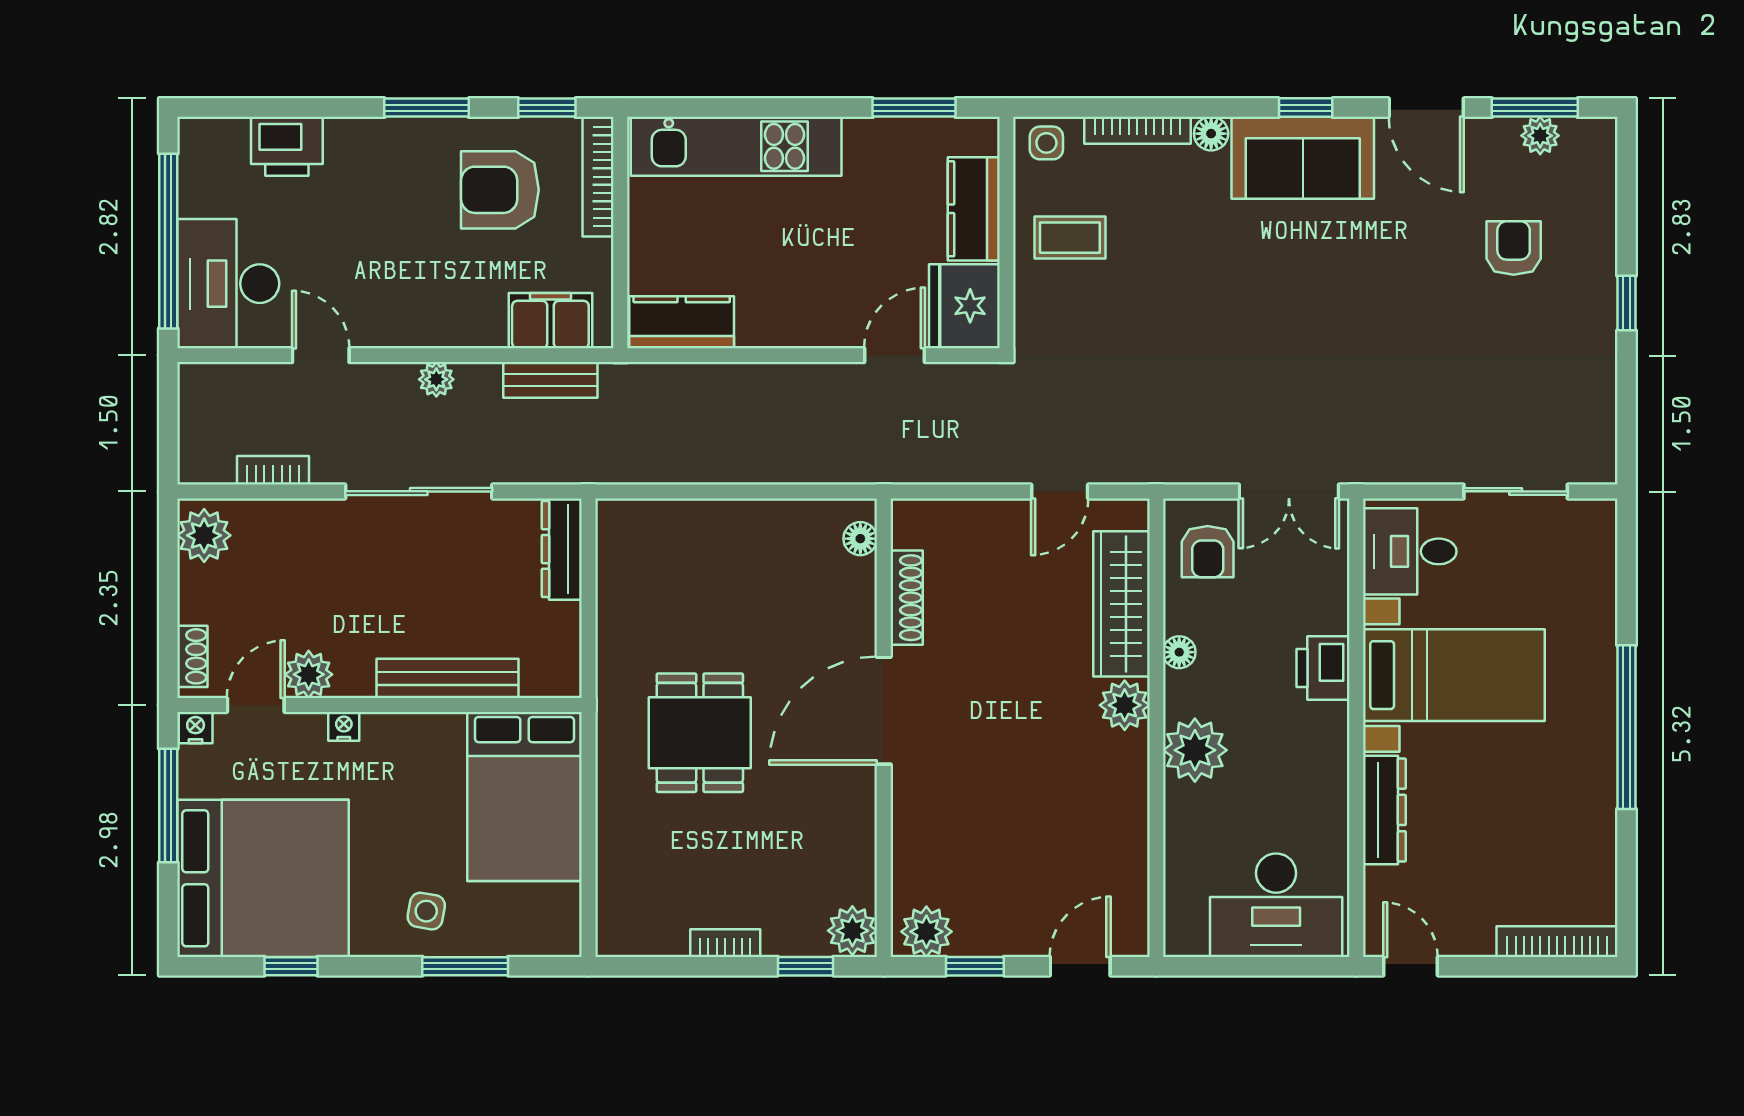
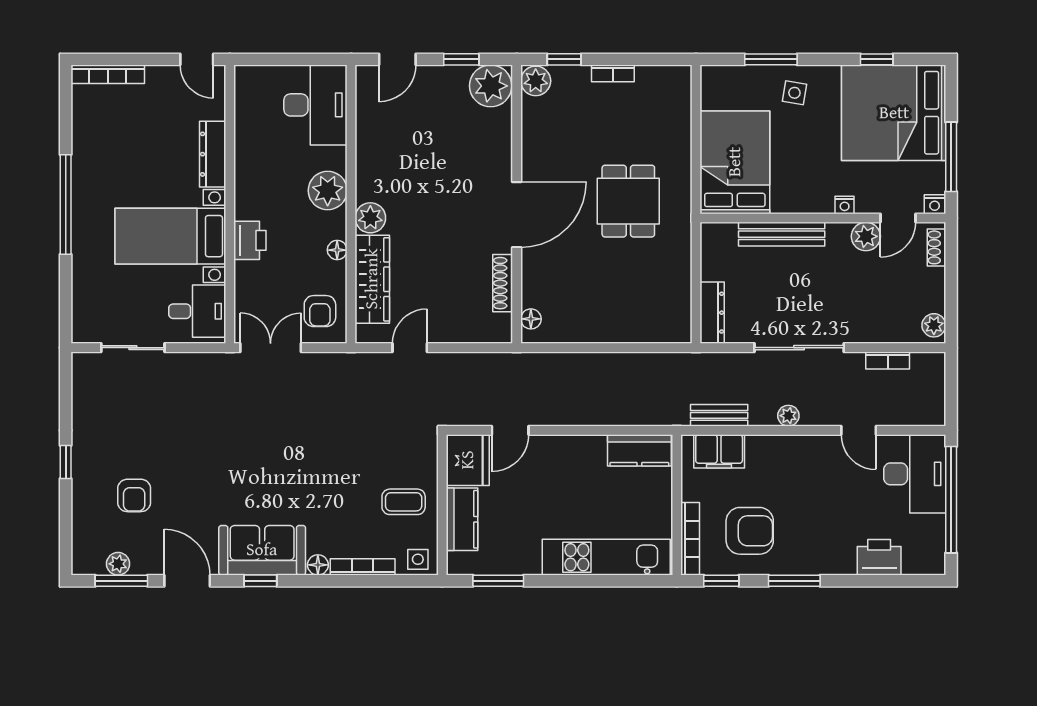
plant: (204, 535) -> (934, 325), width x0.73, depth x0.73
armchair: (1208, 552) -> (320, 311), turned 180
desk: (1276, 905) -> (315, 105), moved, turned 90
plant: (926, 932) -> (491, 86), width x1.36, depth x1.36

